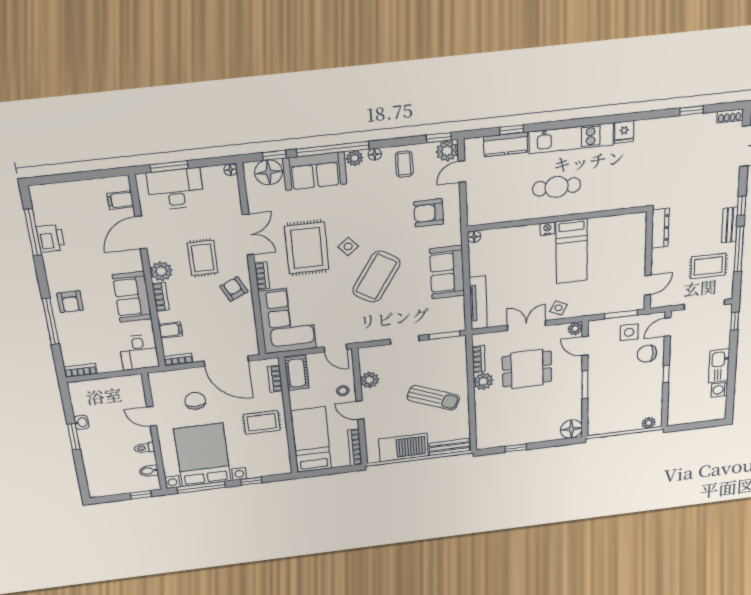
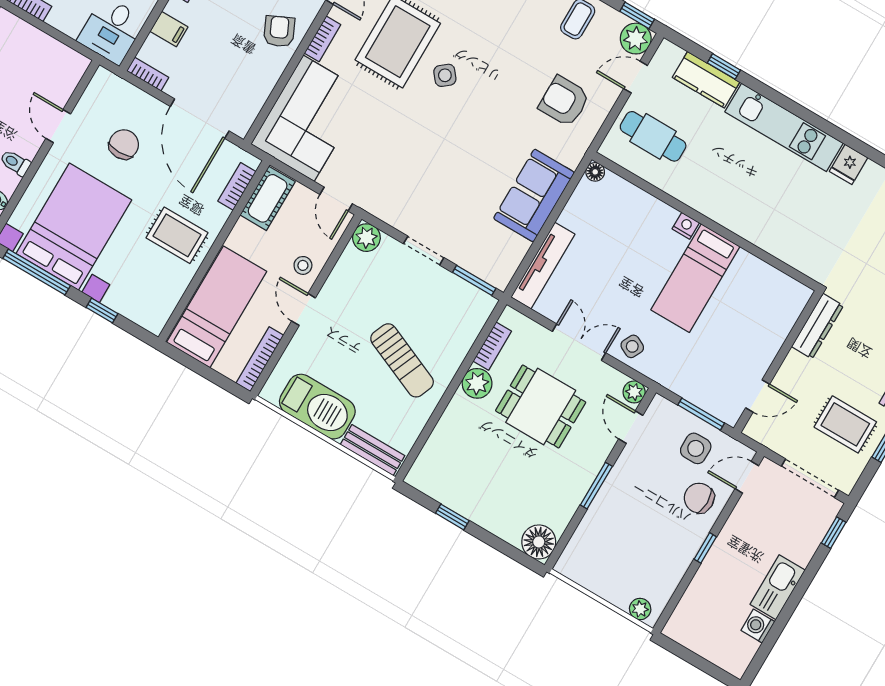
cafe table: (557, 187) -> (653, 136), moved
coffee table: (376, 277) -> (449, 139), removed
plant: (370, 380) -> (366, 238), moved

